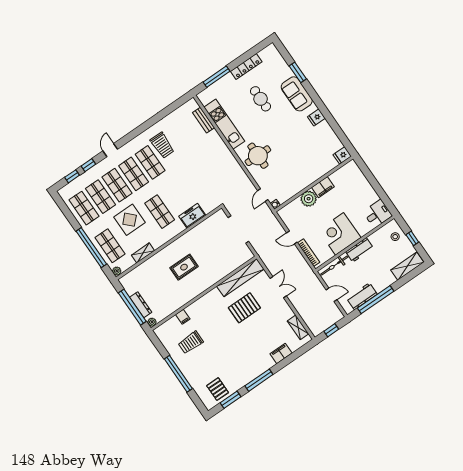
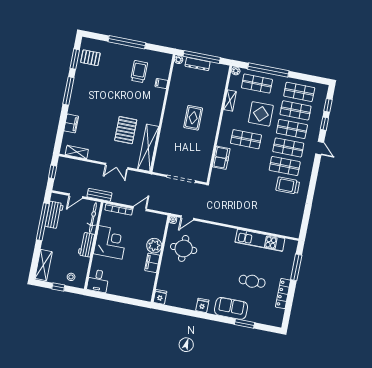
bench: (204, 120) -> (99, 195), moved
round table: (258, 156) -> (184, 248), moved
door: (263, 195) -> (187, 218), swing flipped

